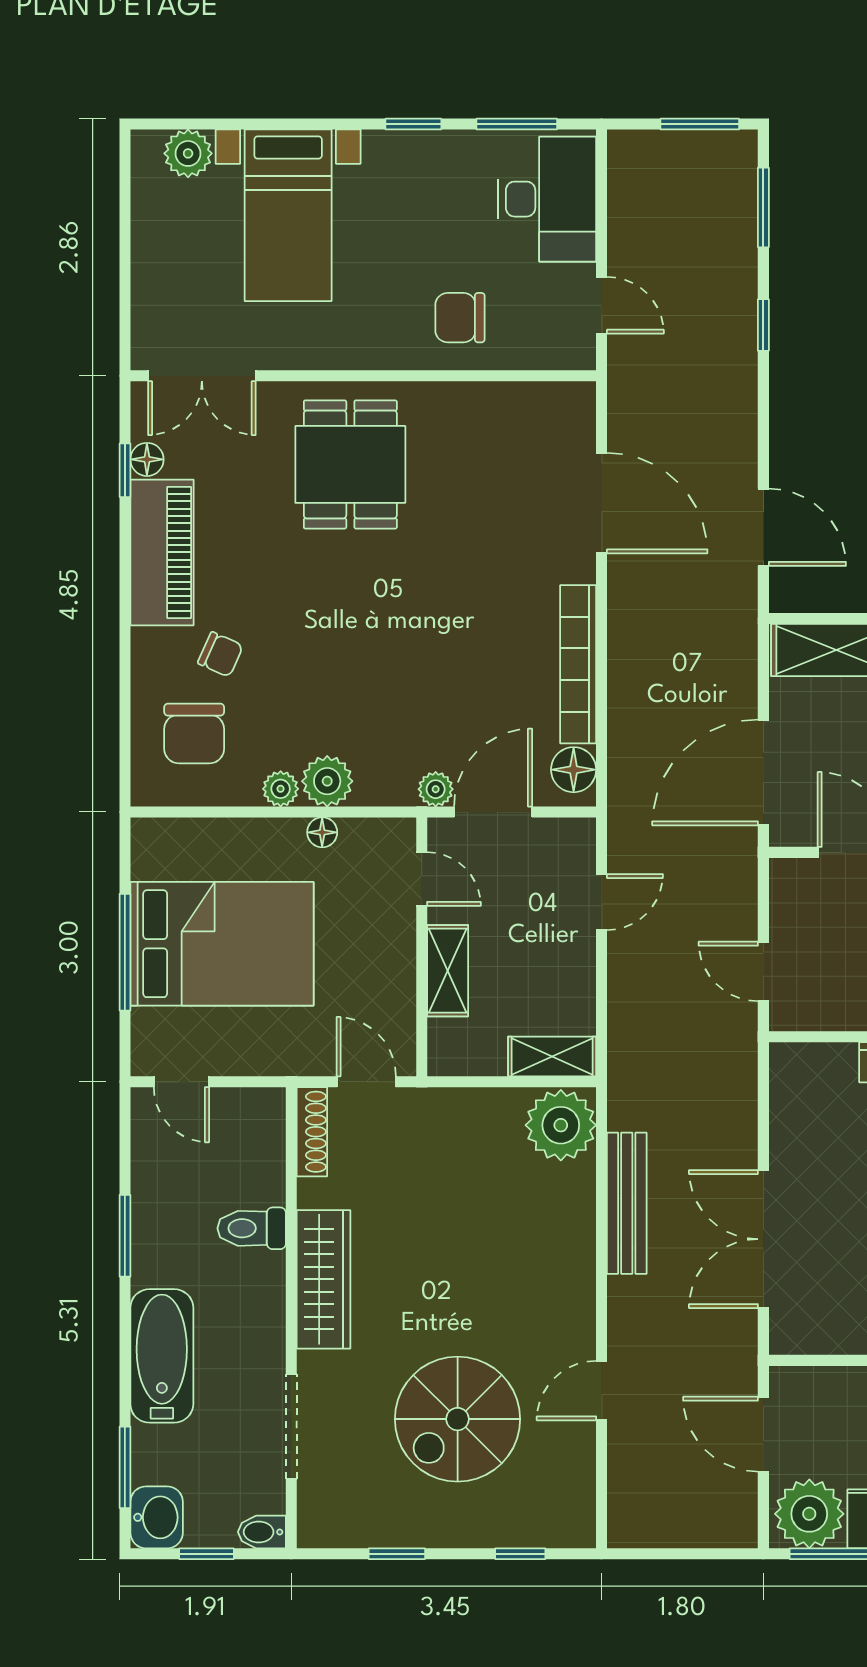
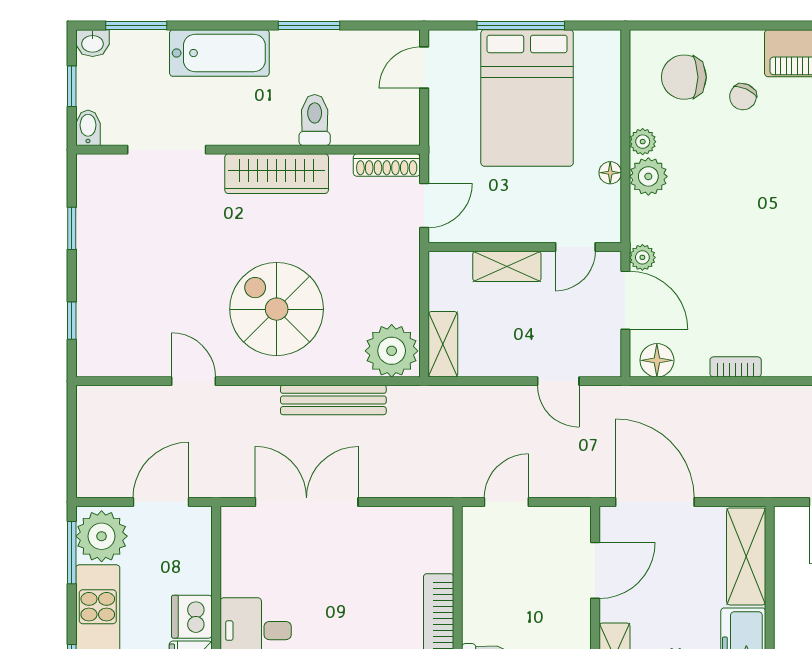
bookcase: (578, 664) -> (736, 367), width x0.43, depth x0.76
spiral stairs: (458, 1419) -> (277, 309), moved
washbasin: (157, 1517) -> (93, 43), width x0.72, depth x0.69

